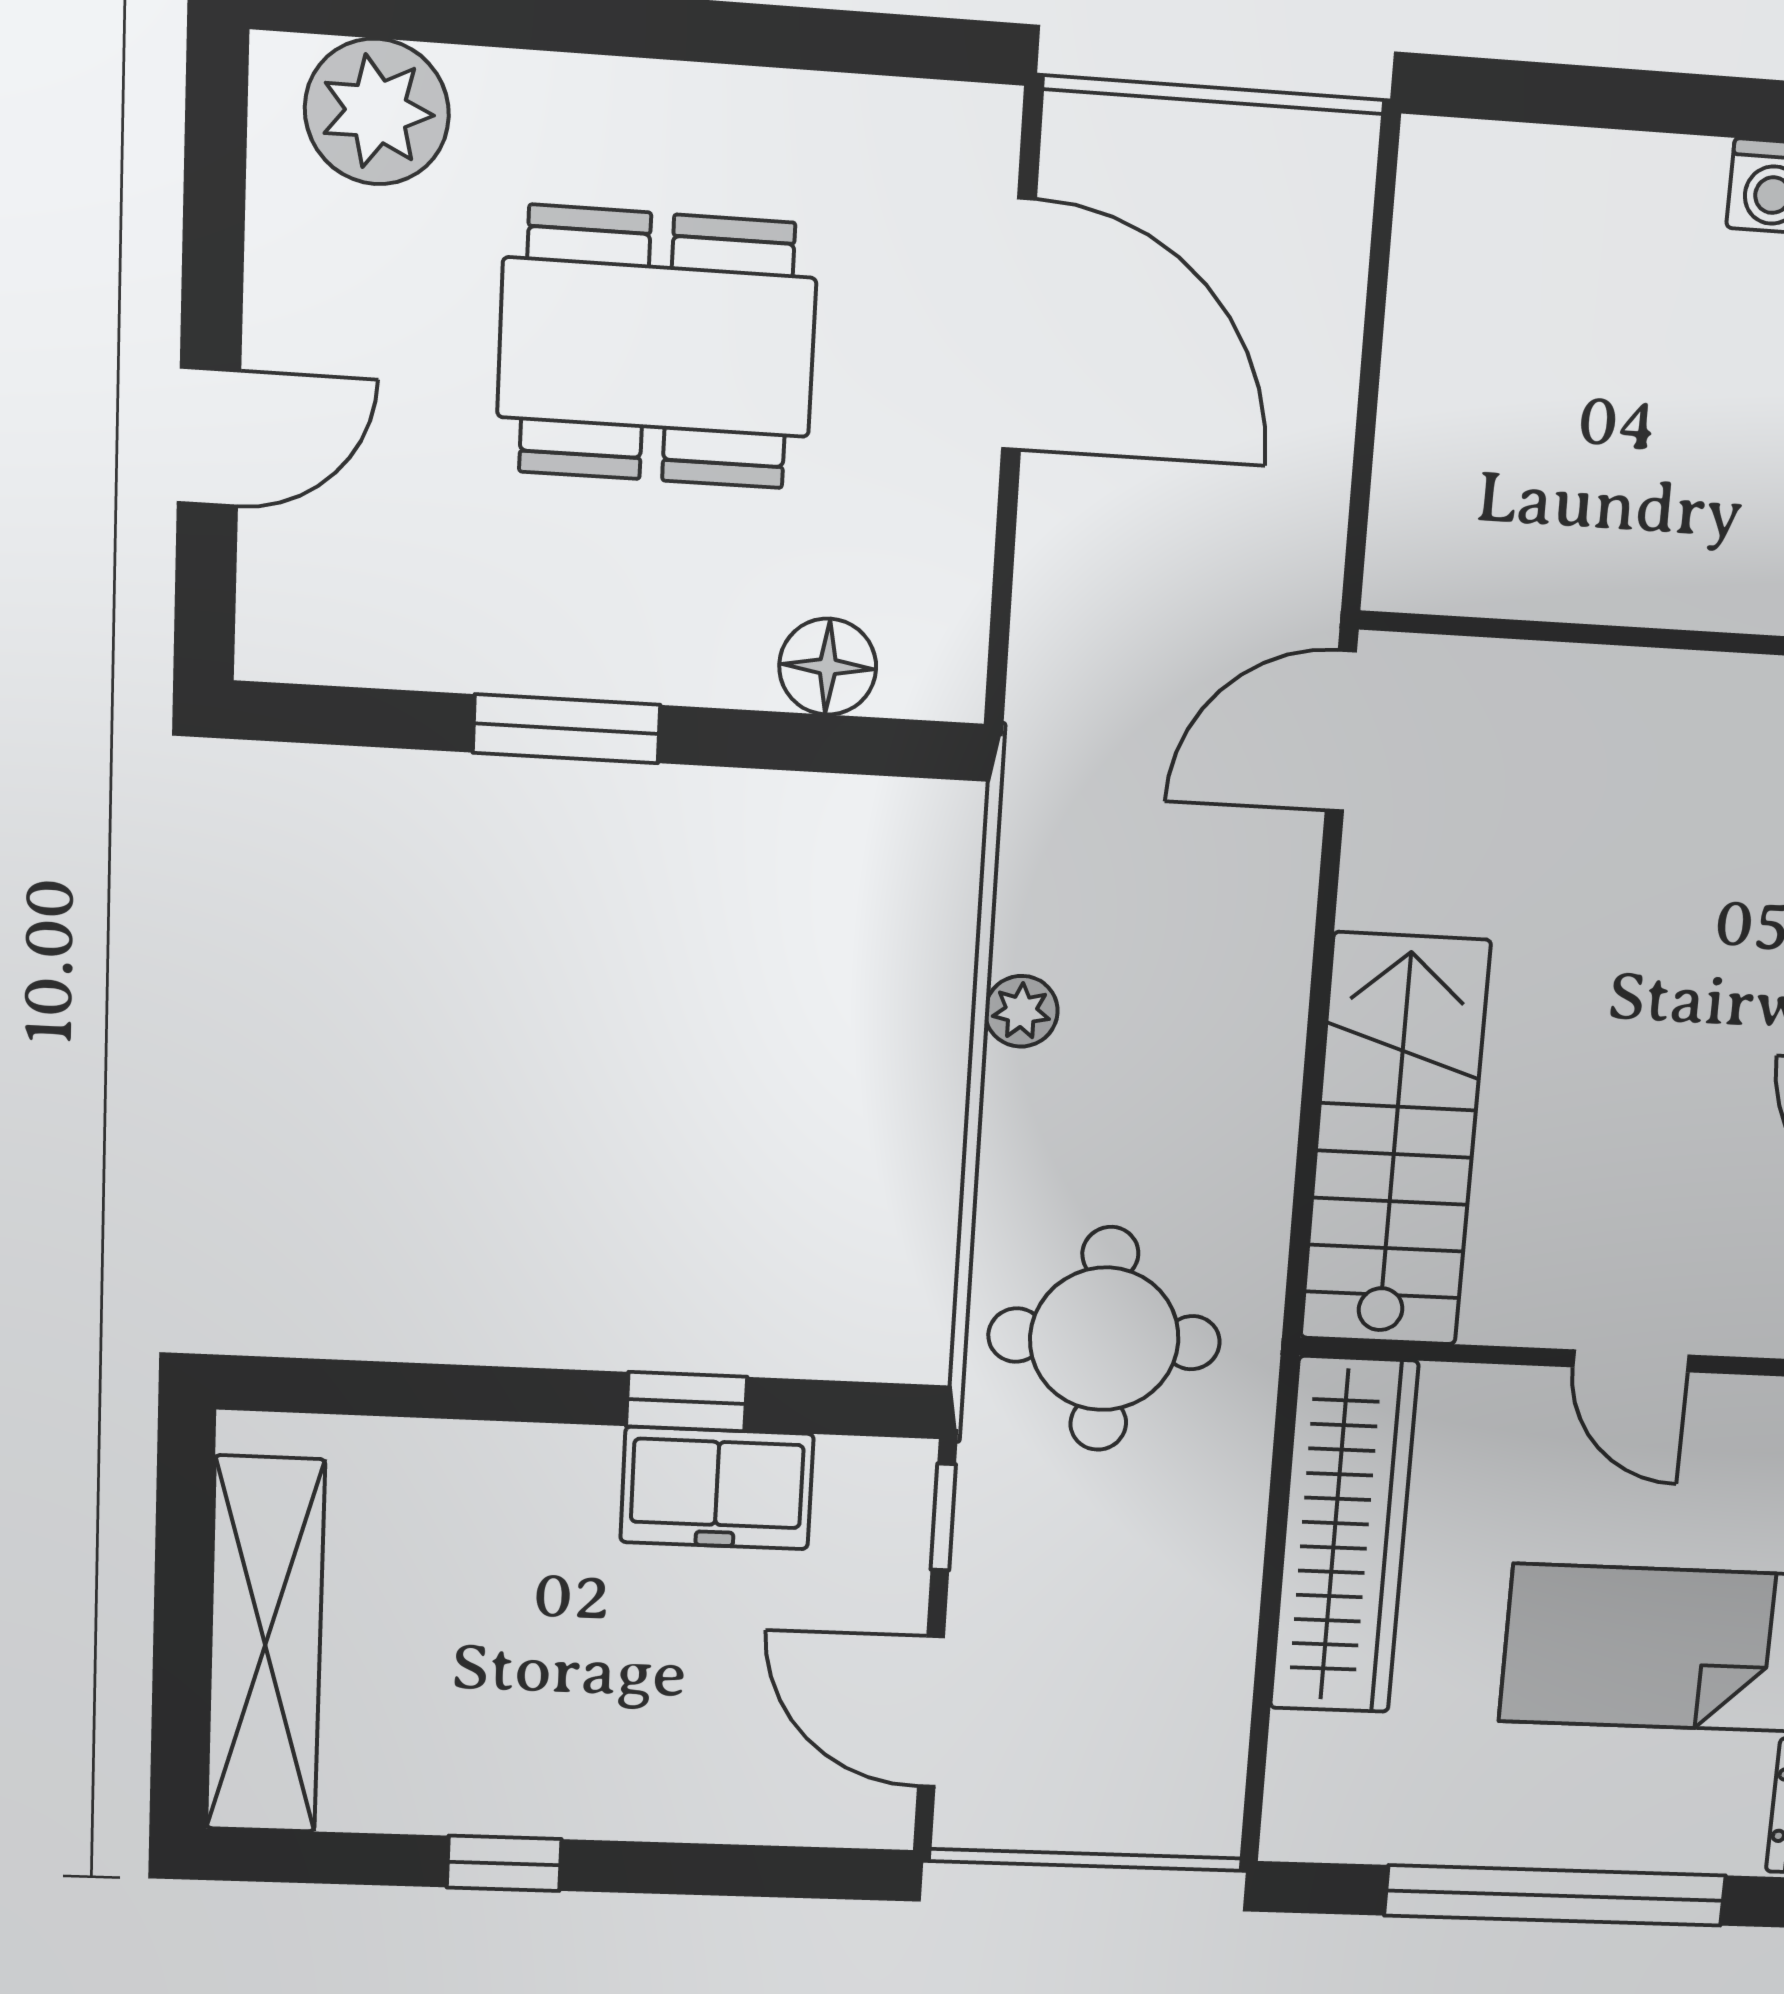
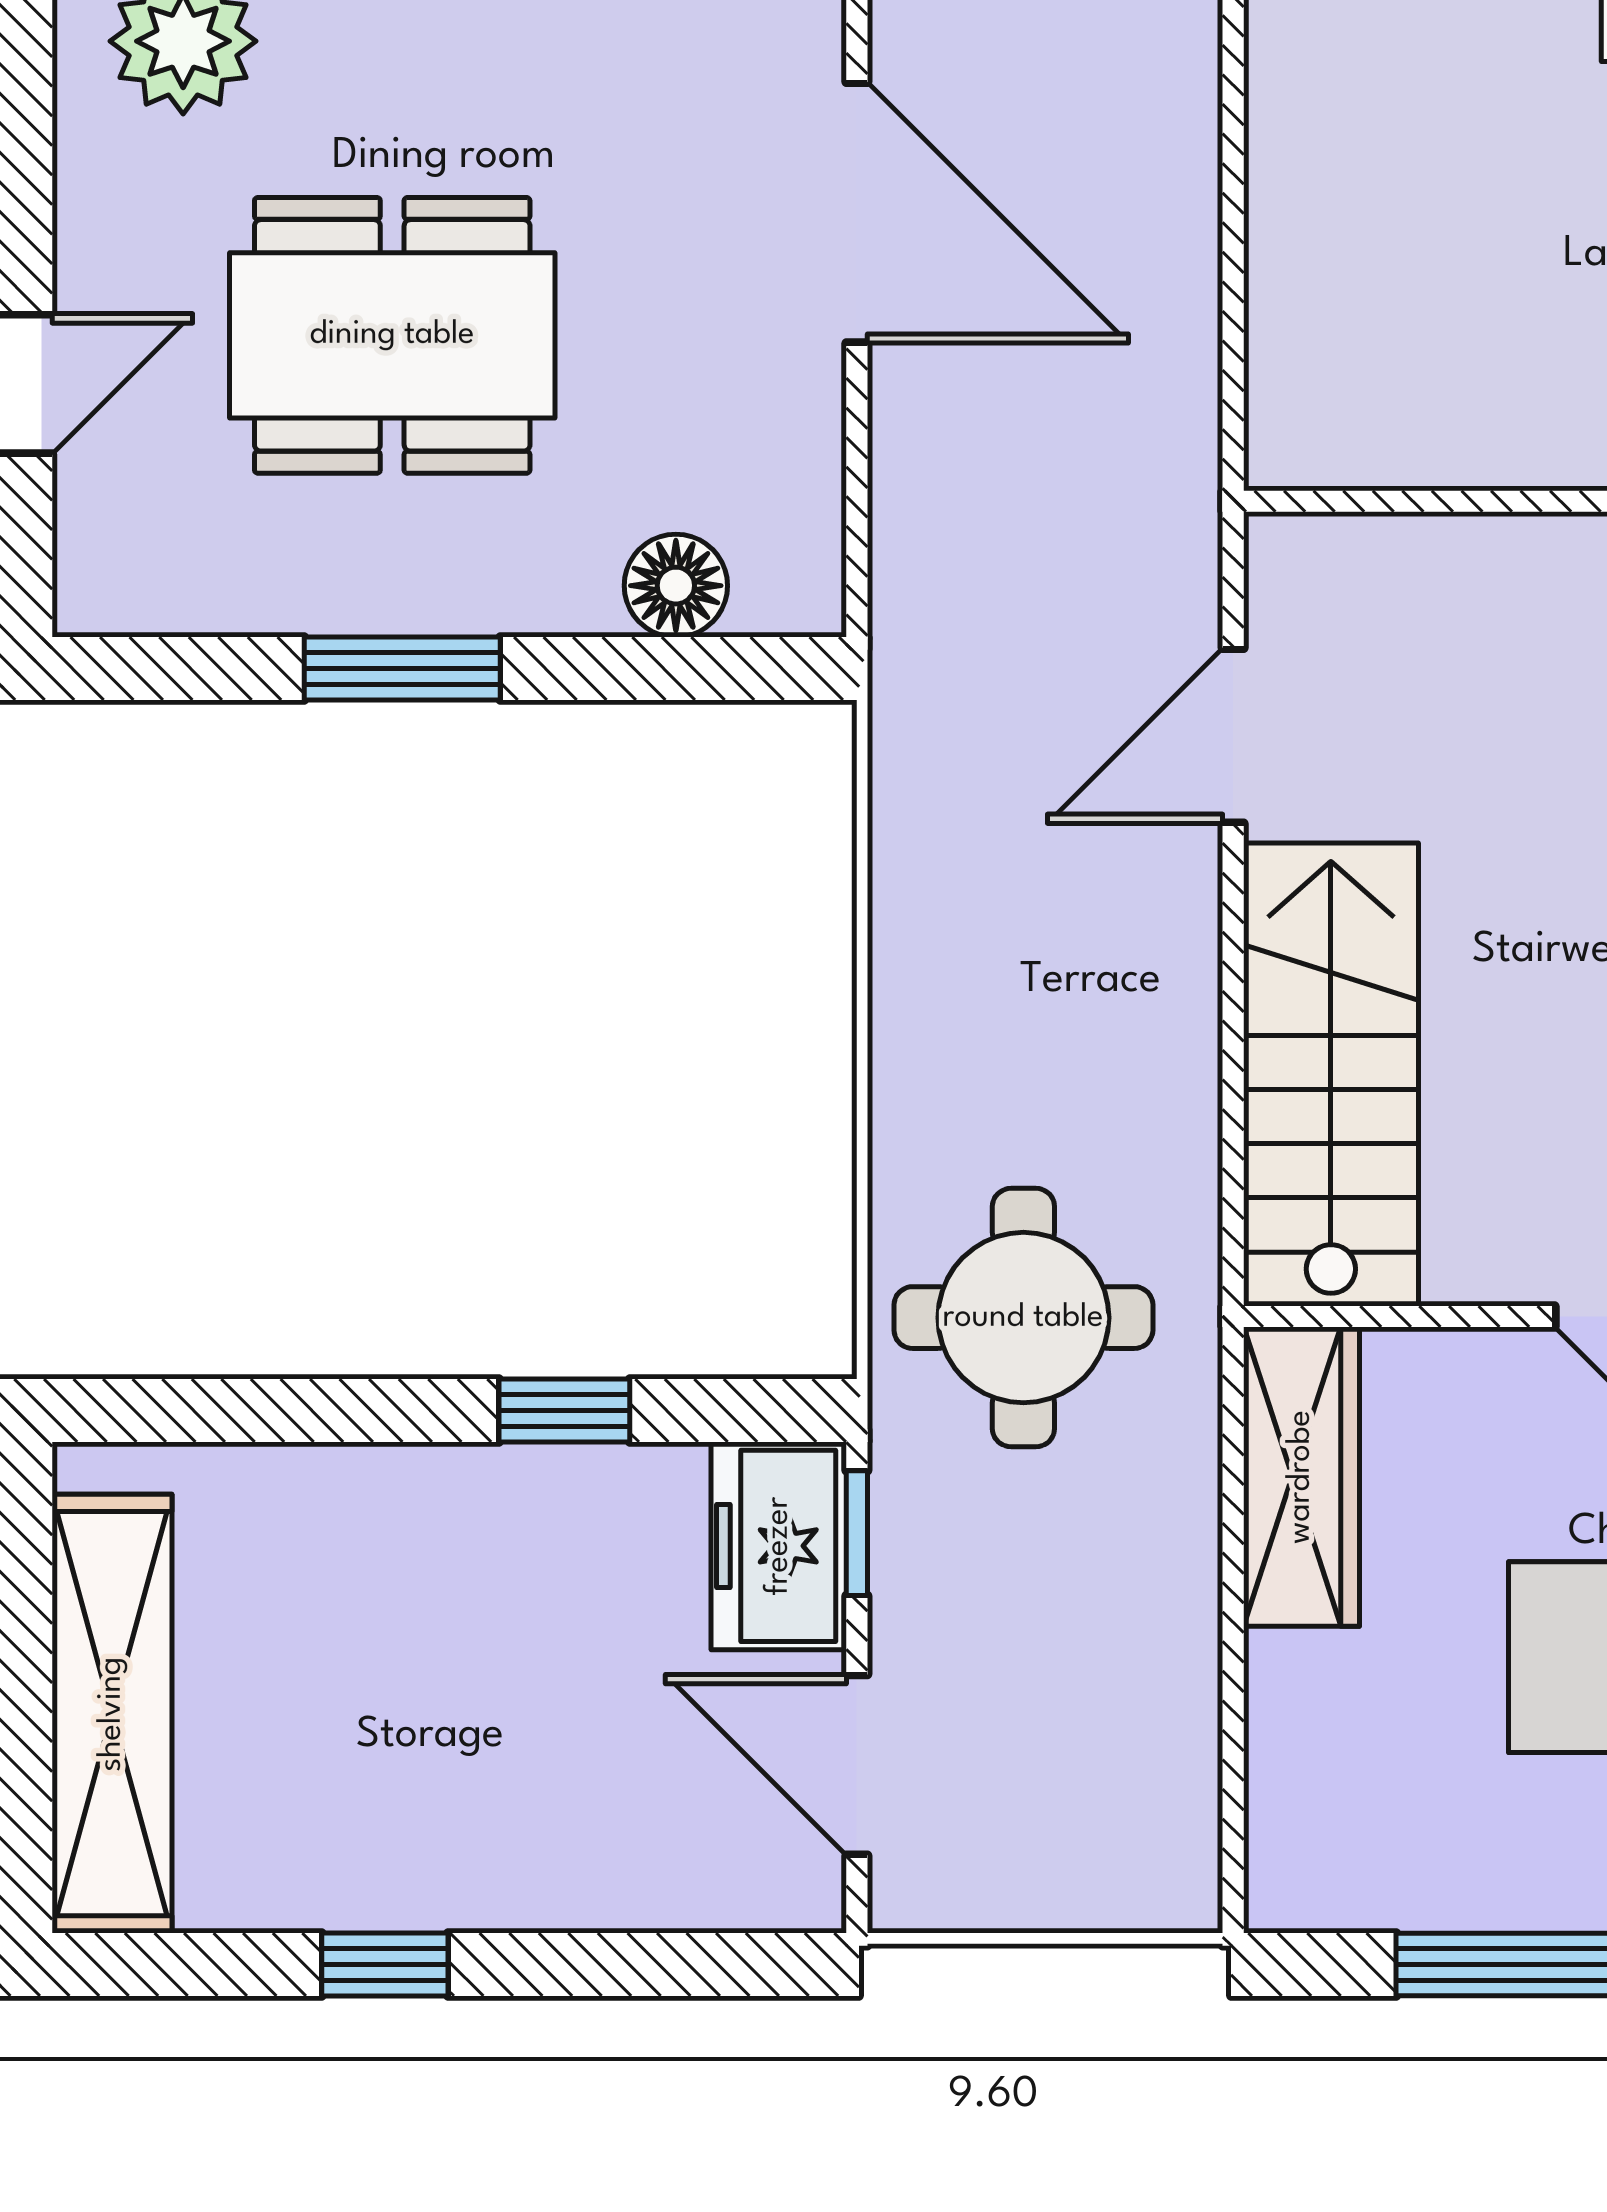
dining table: (657, 347) -> (392, 335), moved
door: (1341, 731) -> (1233, 736), moved
plant: (1021, 1011) -> (907, 950), removed
freezer: (717, 1488) -> (779, 1546), moved, turned 90
wardrobe: (1344, 1536) -> (1301, 1477), width x0.71, depth x0.85

